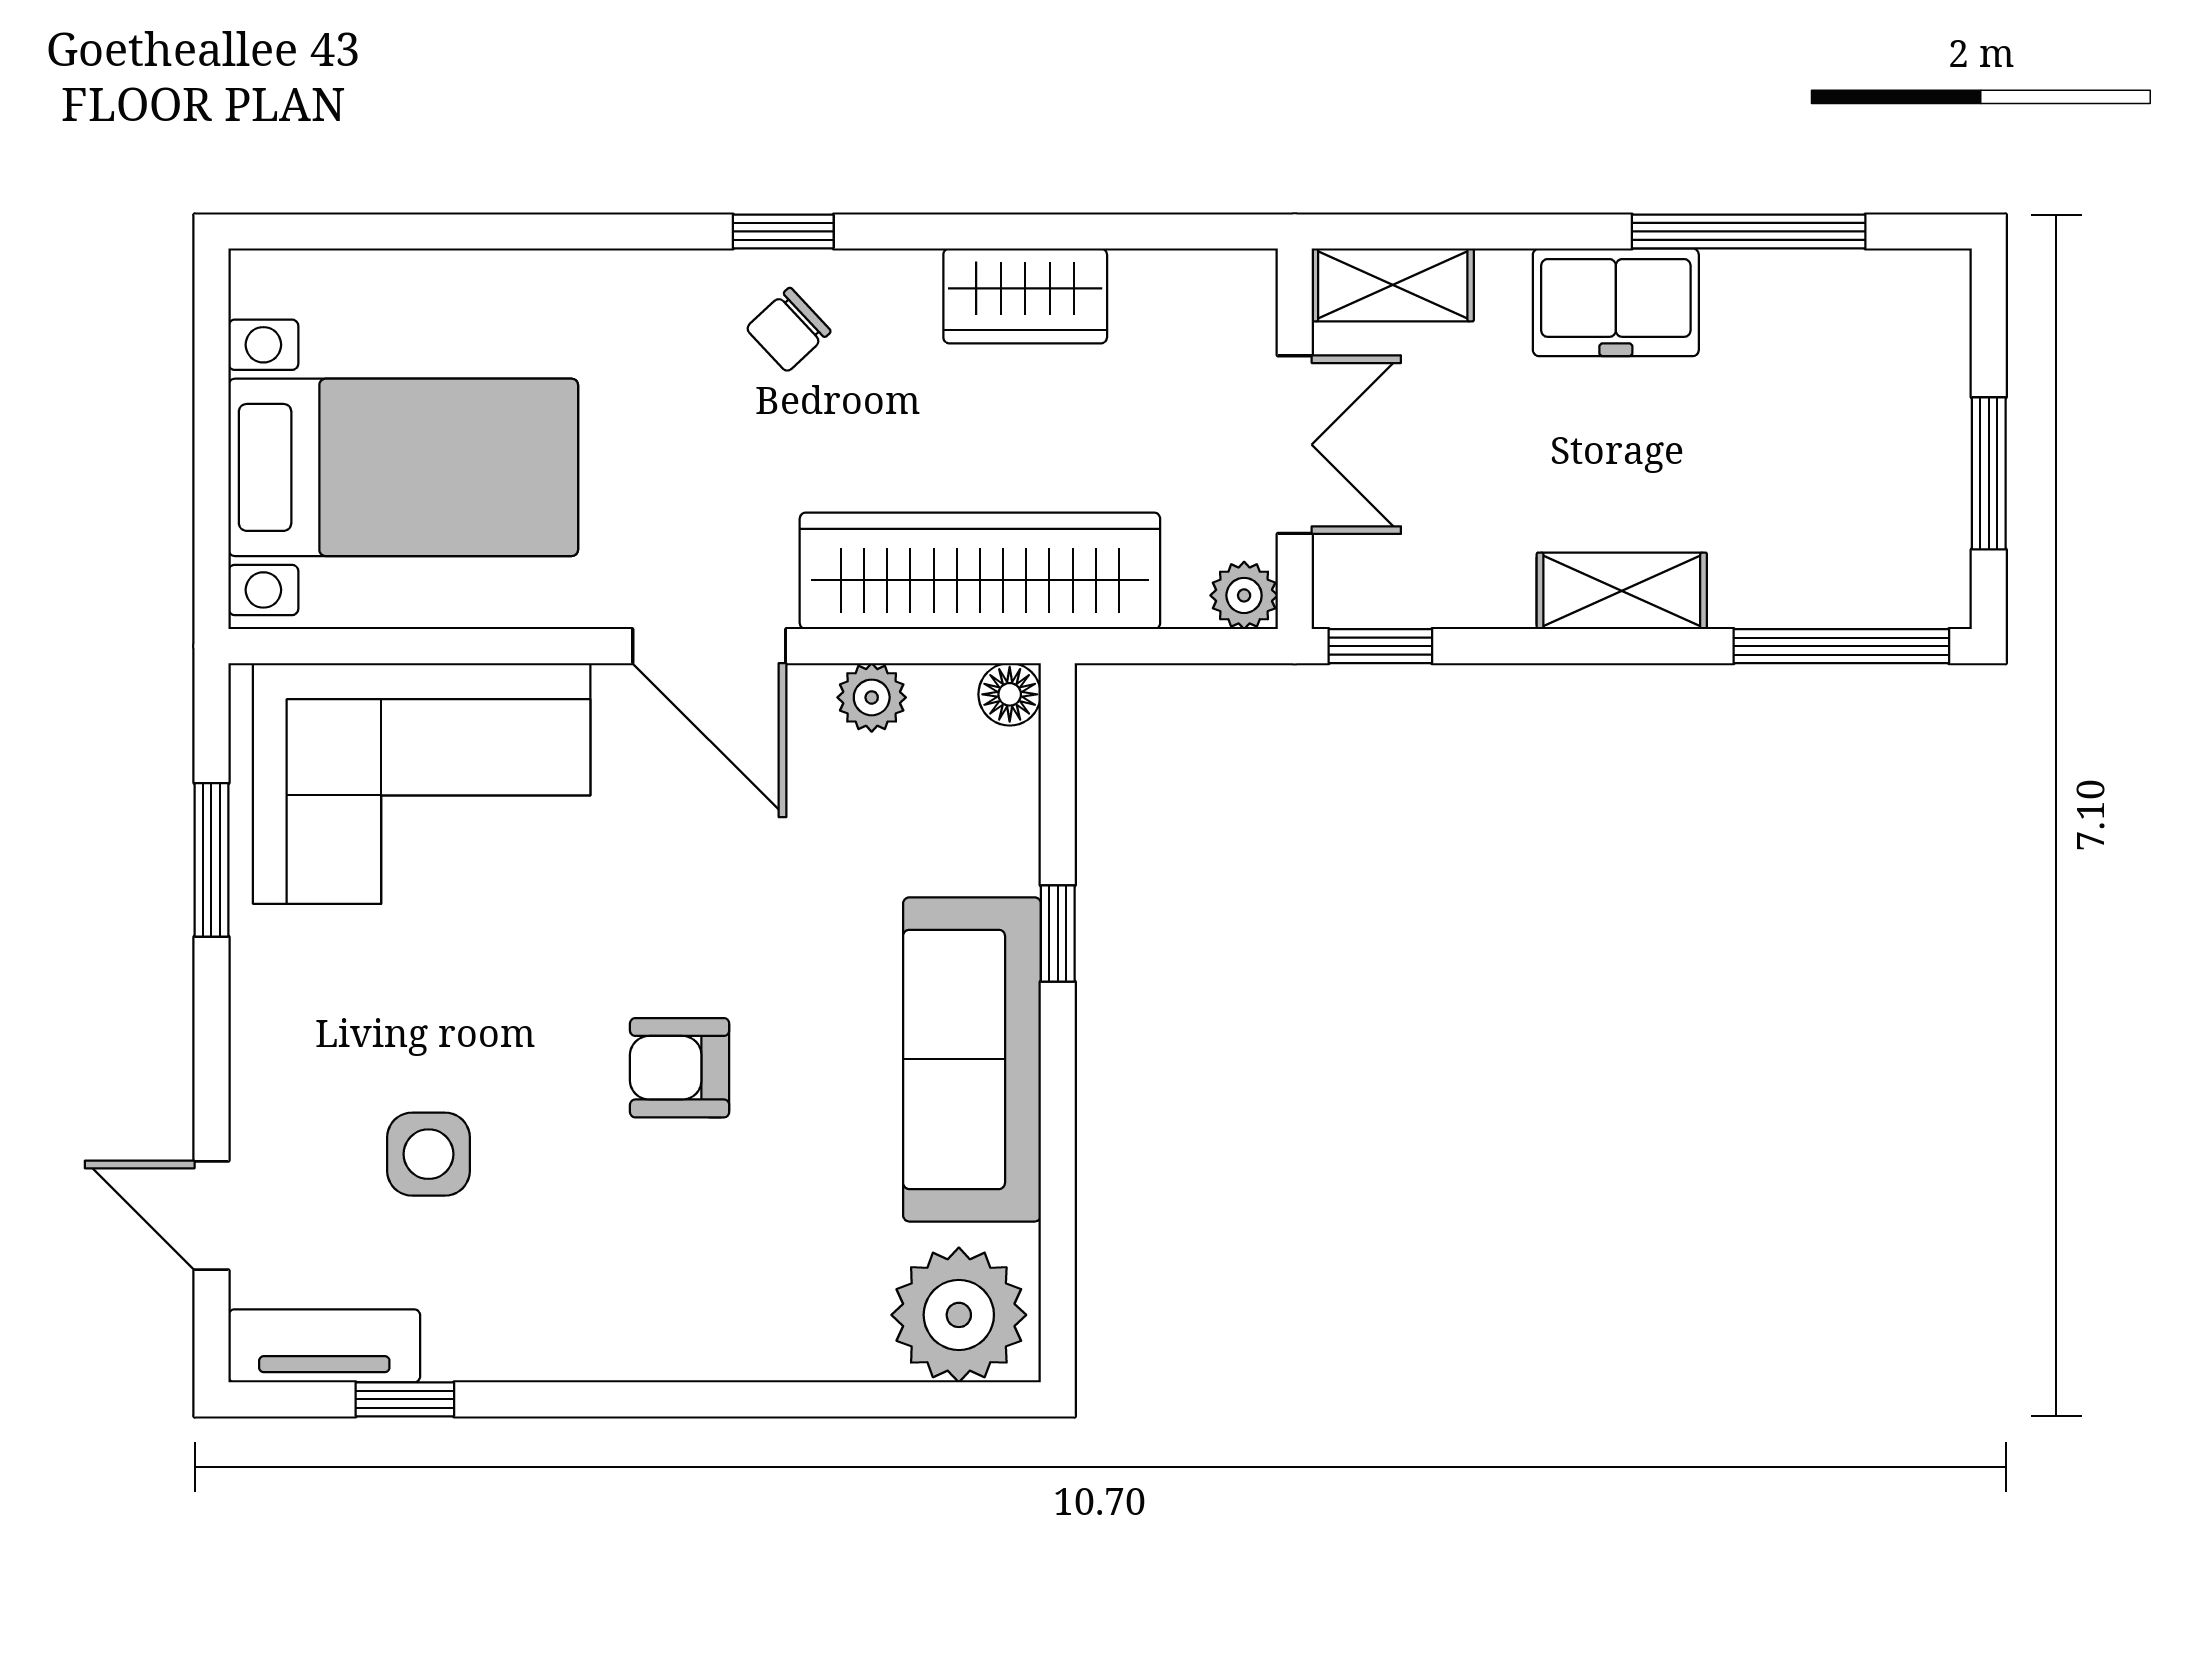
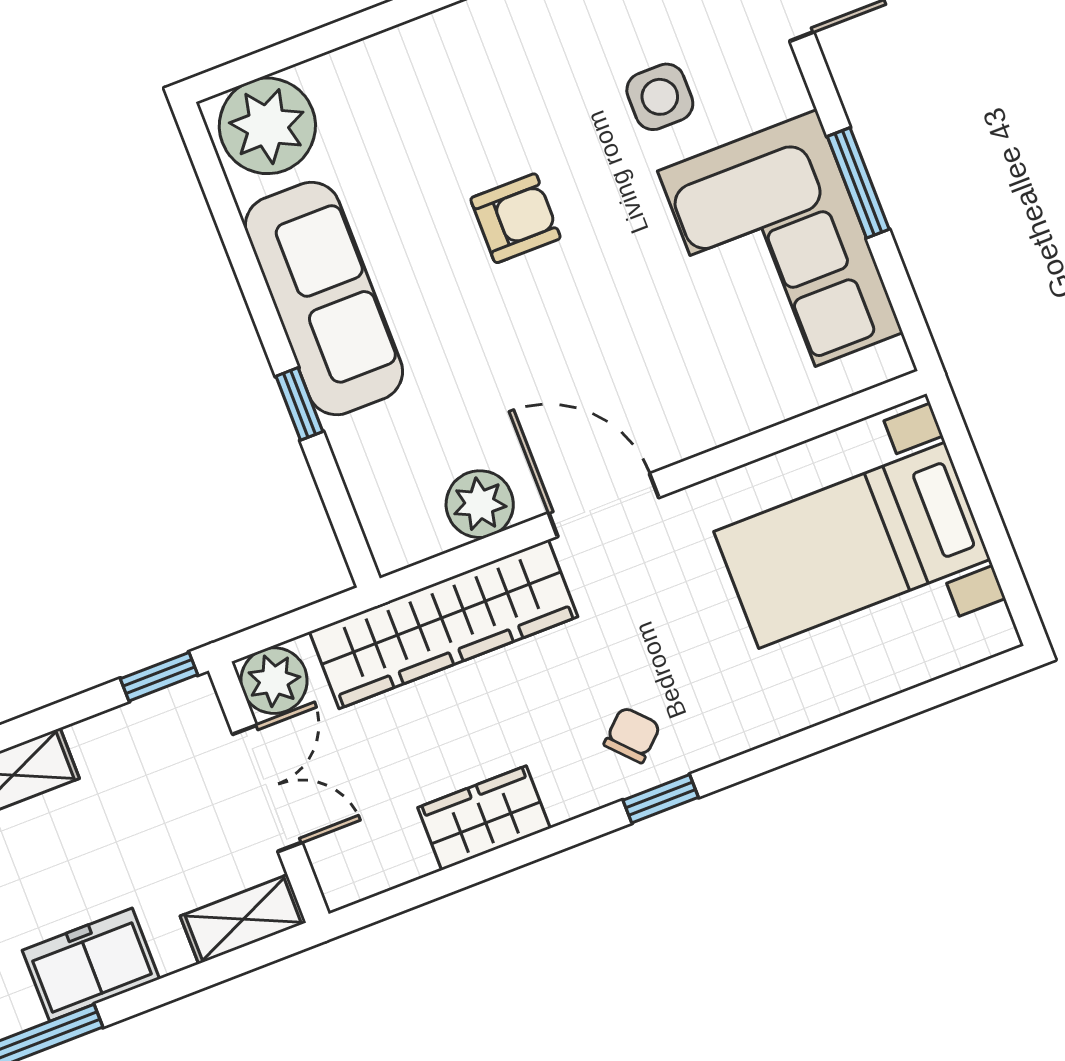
double door: (1295, 445) -> (267, 788), swing flipped
plant: (1244, 595) -> (274, 681), width x1.38, depth x1.38
floor lamp: (1010, 694) -> (392, 550), removed
plant: (872, 697) -> (480, 504), width x1.38, depth x1.38
corner sofa: (422, 783) -> (780, 252), moved, turned -90
window: (211, 860) -> (858, 183), moved

